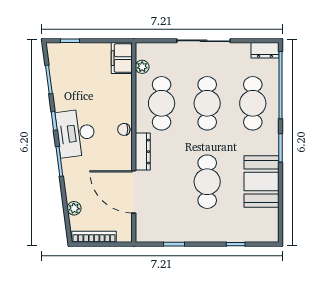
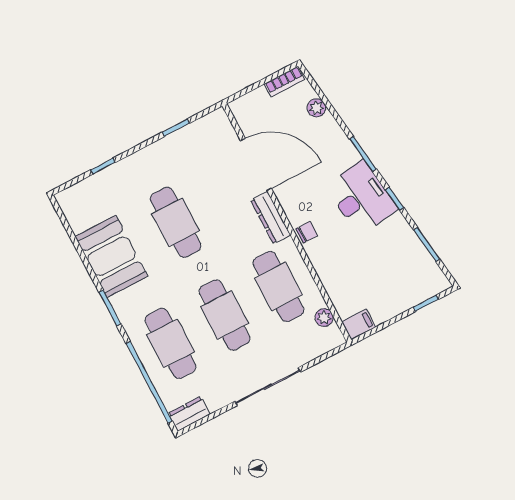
filing cabinet: (122, 58) -> (359, 324), width x0.50
bookcase: (94, 237) -> (285, 82), width x0.64

